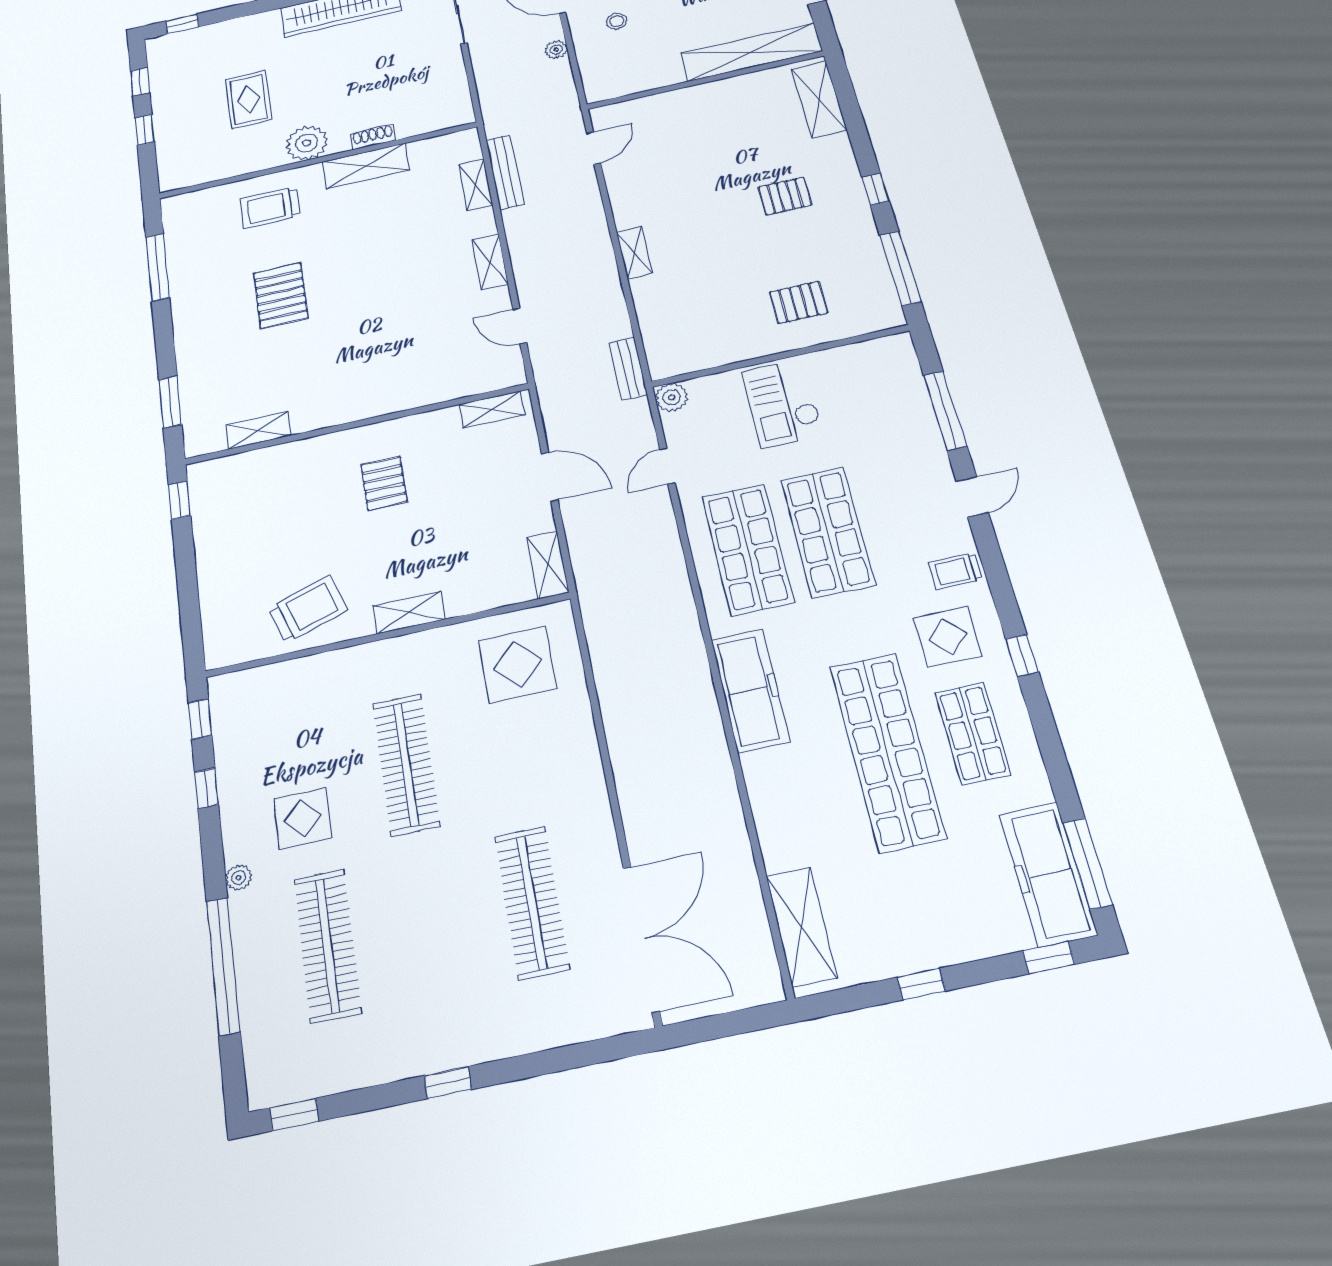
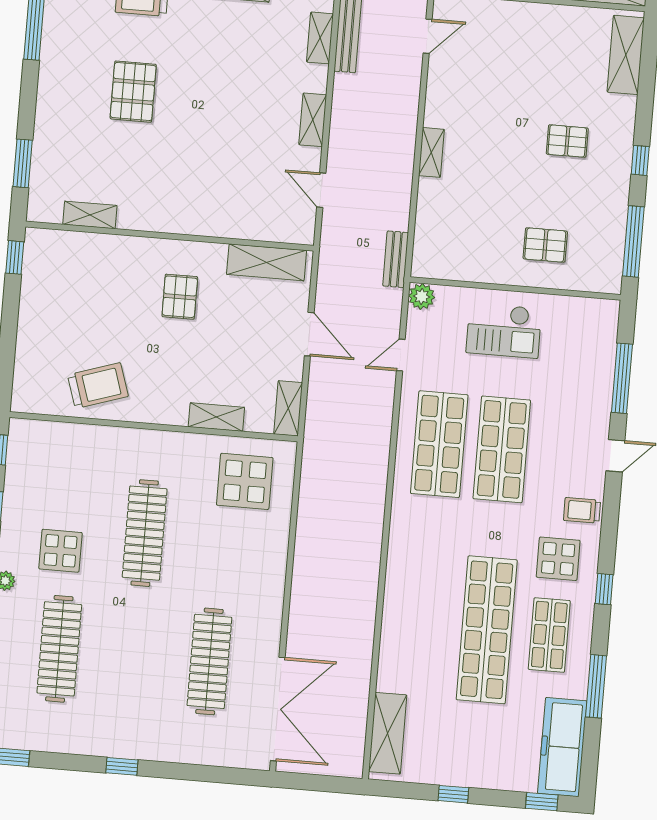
checkout: (782, 403) -> (504, 331), turned -90
shelving: (492, 410) -> (267, 262), width x1.50, depth x1.33
shelving: (409, 613) -> (216, 417), moved
freezer: (750, 690) -> (406, 555), removed
window: (1087, 863) -> (596, 686), moved

